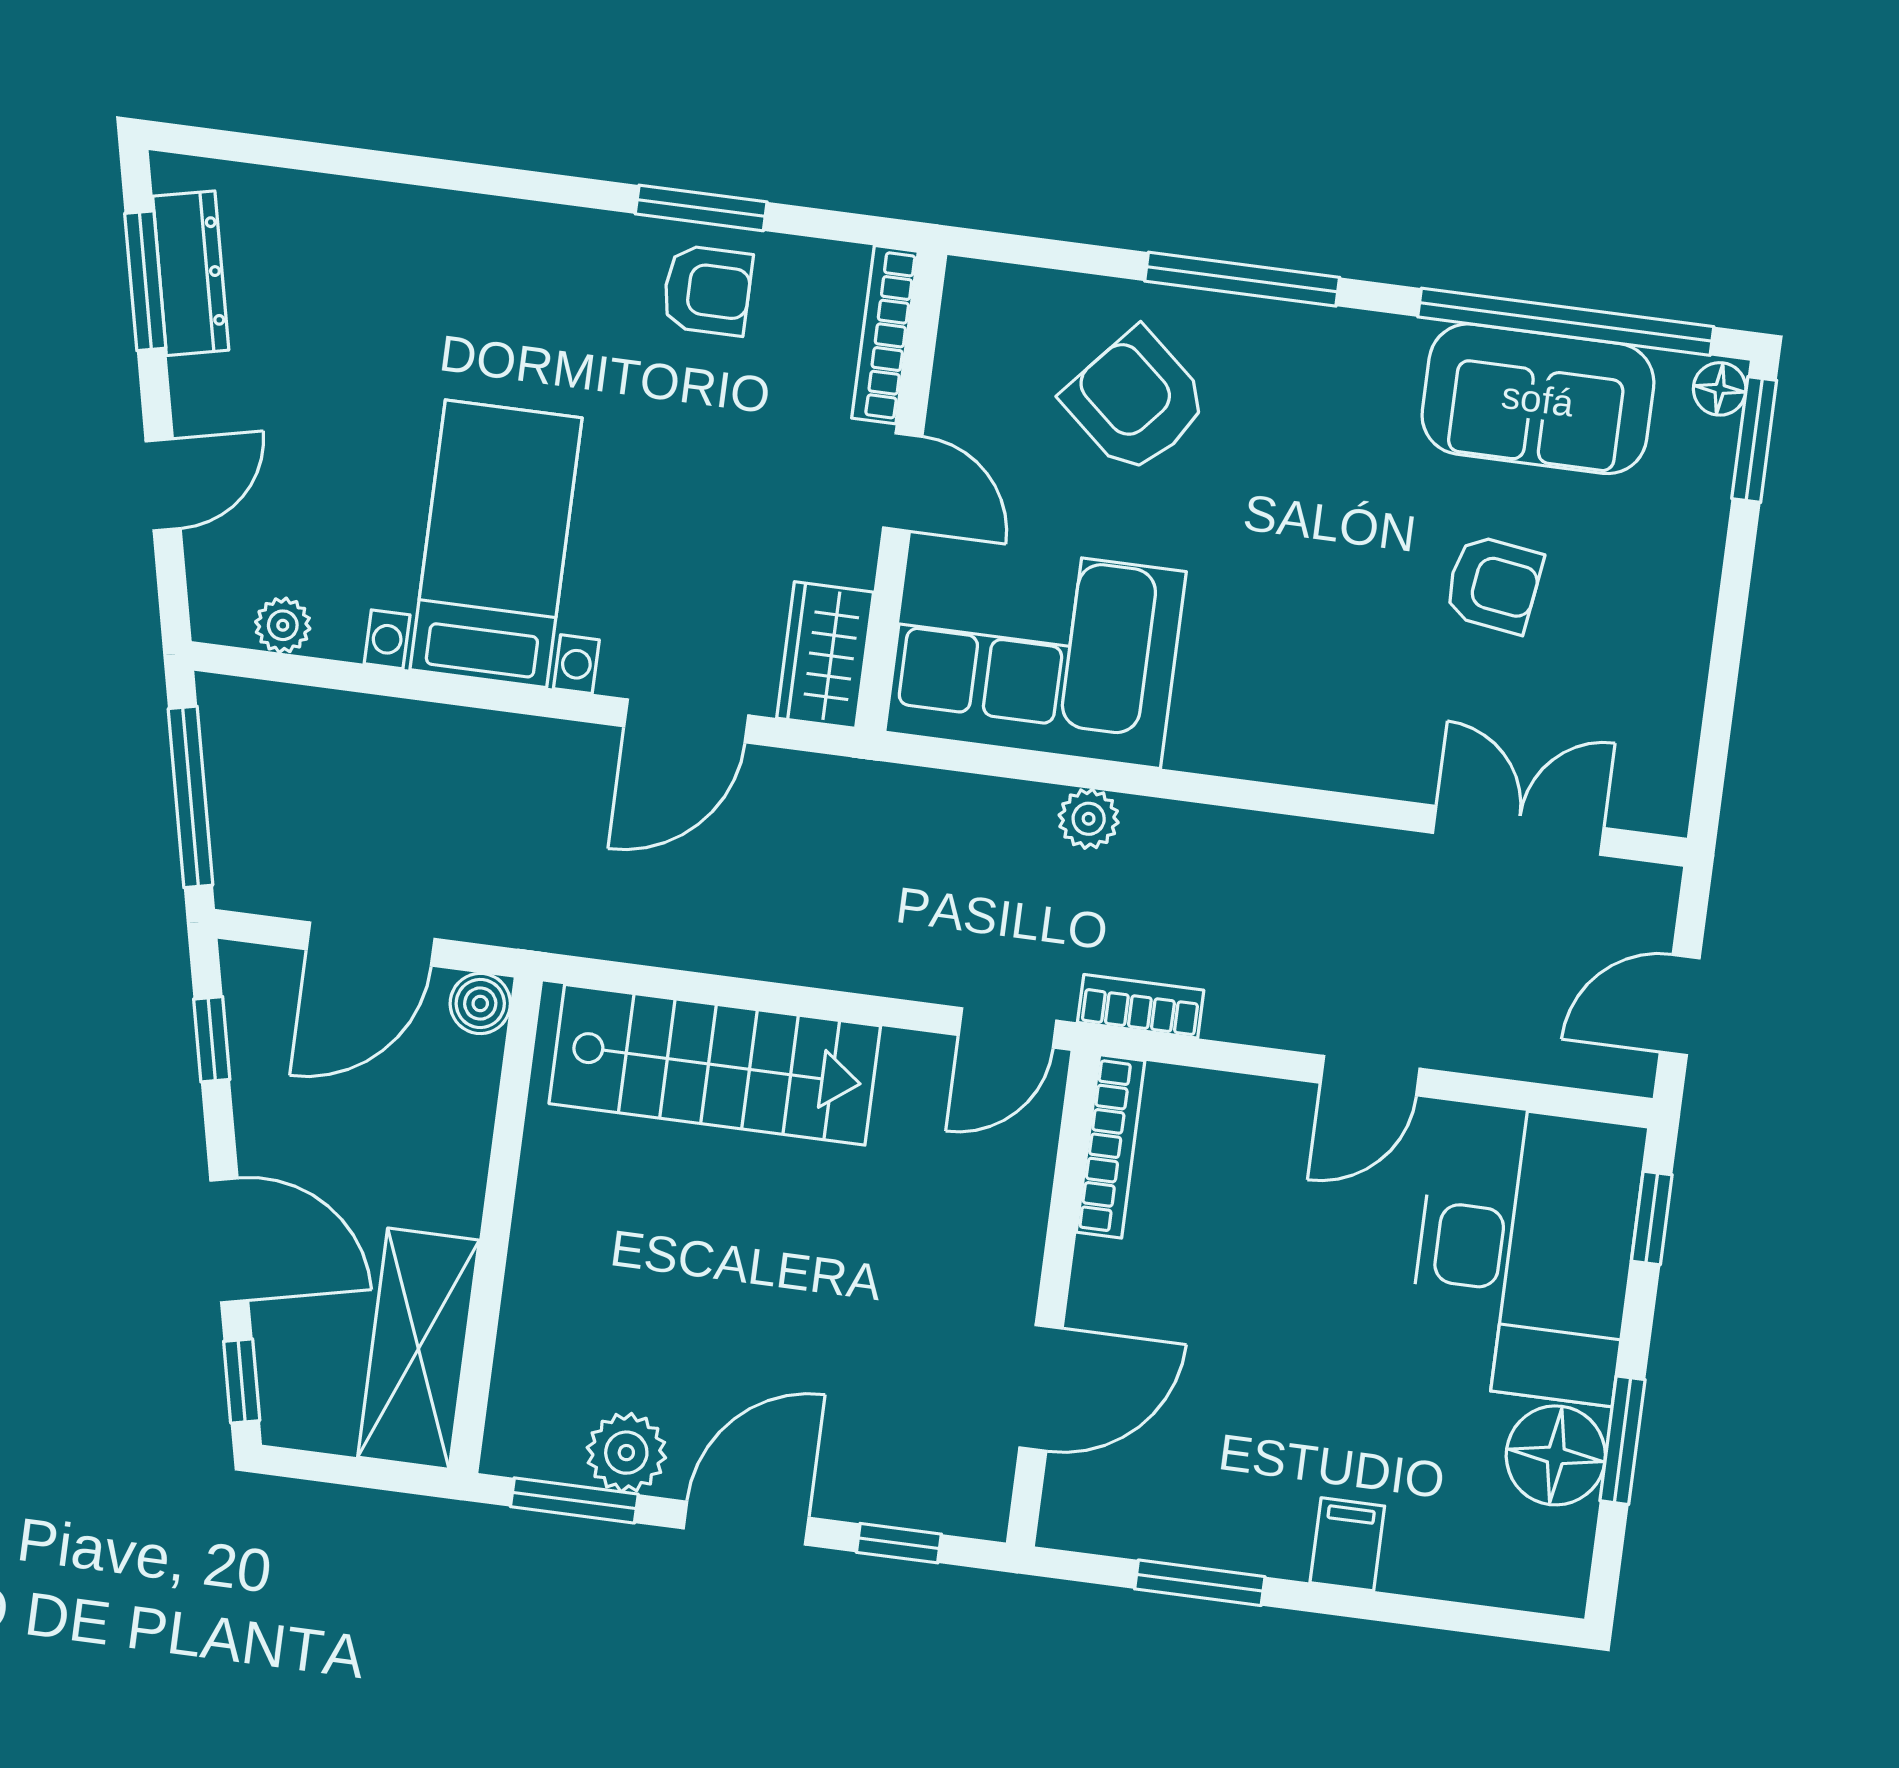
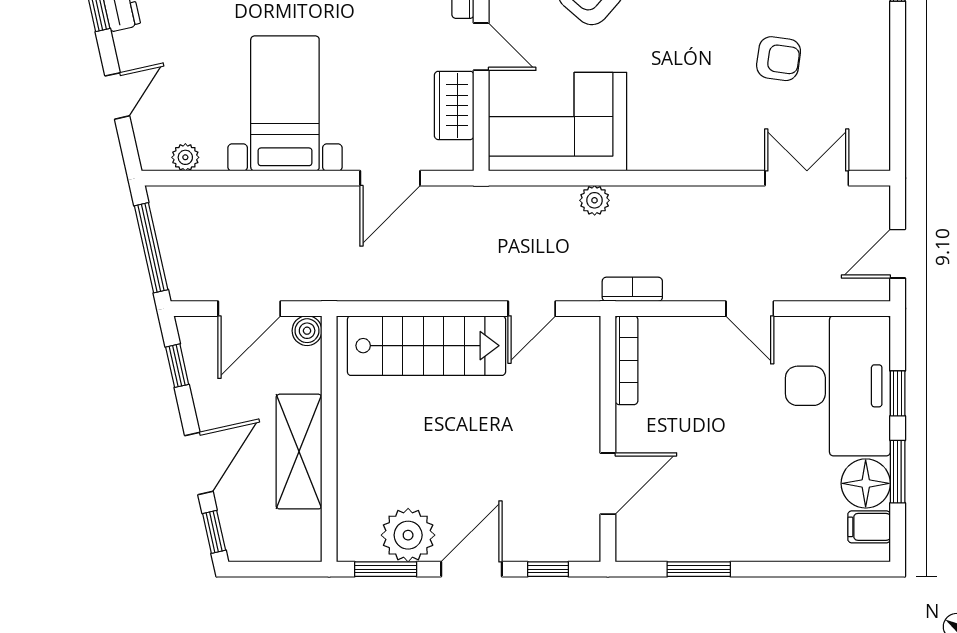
wardrobe: (825, 655) -> (454, 105), moved
door: (1007, 1028) -> (532, 309), moved
door: (1370, 1076) -> (750, 309), hinge flipped
window: (1652, 1218) -> (898, 393), moved
door: (229, 1240) -> (199, 464), hinge flipped
shelving: (418, 1349) -> (299, 452), moved
plant: (626, 1453) -> (408, 535), width x1.36, depth x1.36
filing cabinet: (1347, 1544) -> (869, 527), moved, turned -90

